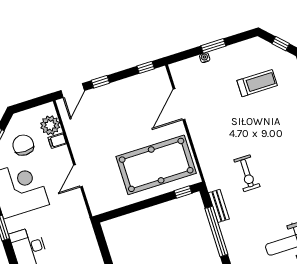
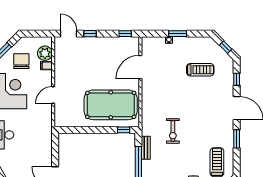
door: (73, 91) -> (69, 34), swing flipped

